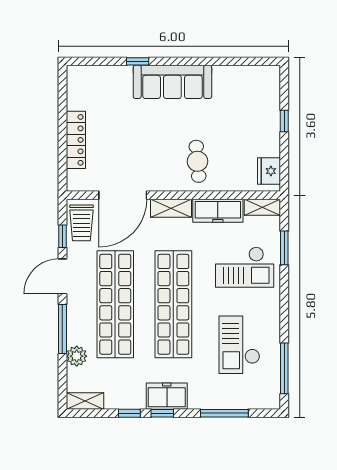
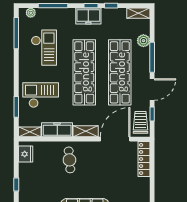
locker: (76, 140) -> (144, 159), moved
plant: (261, 402) -> (31, 13), added

